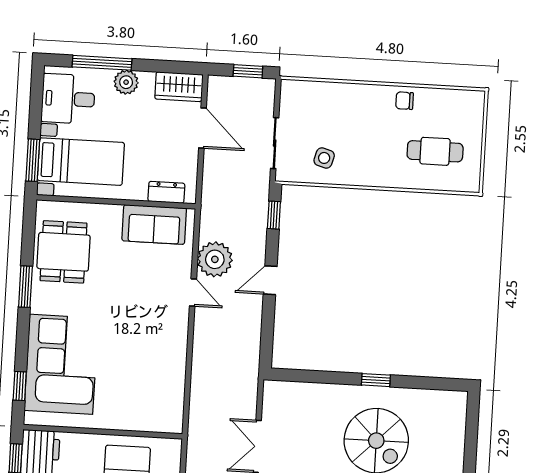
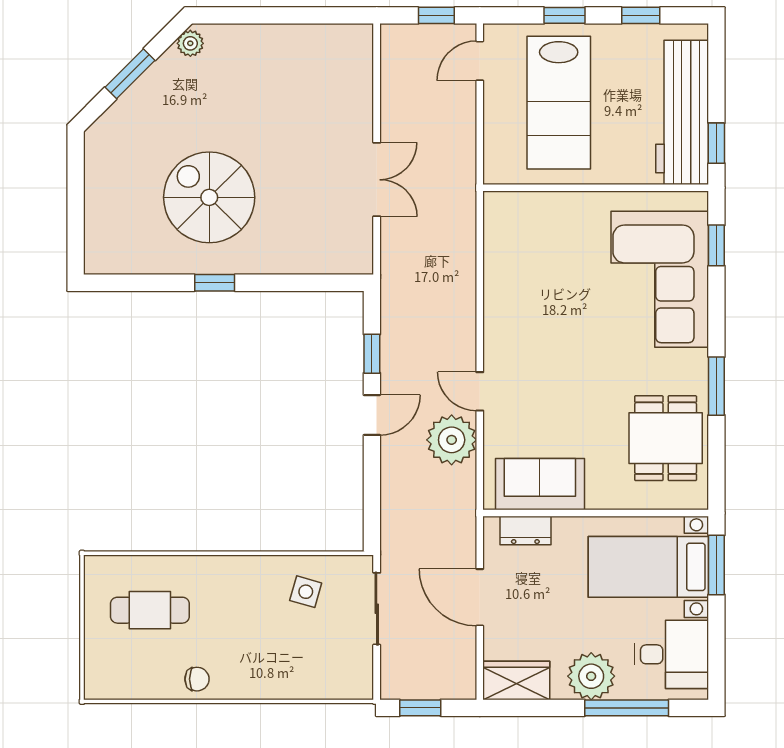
plant: (126, 82) -> (591, 676), width x1.36, depth x1.36
door: (202, 128) -> (480, 597), moved
window: (274, 215) -> (372, 354), moved

